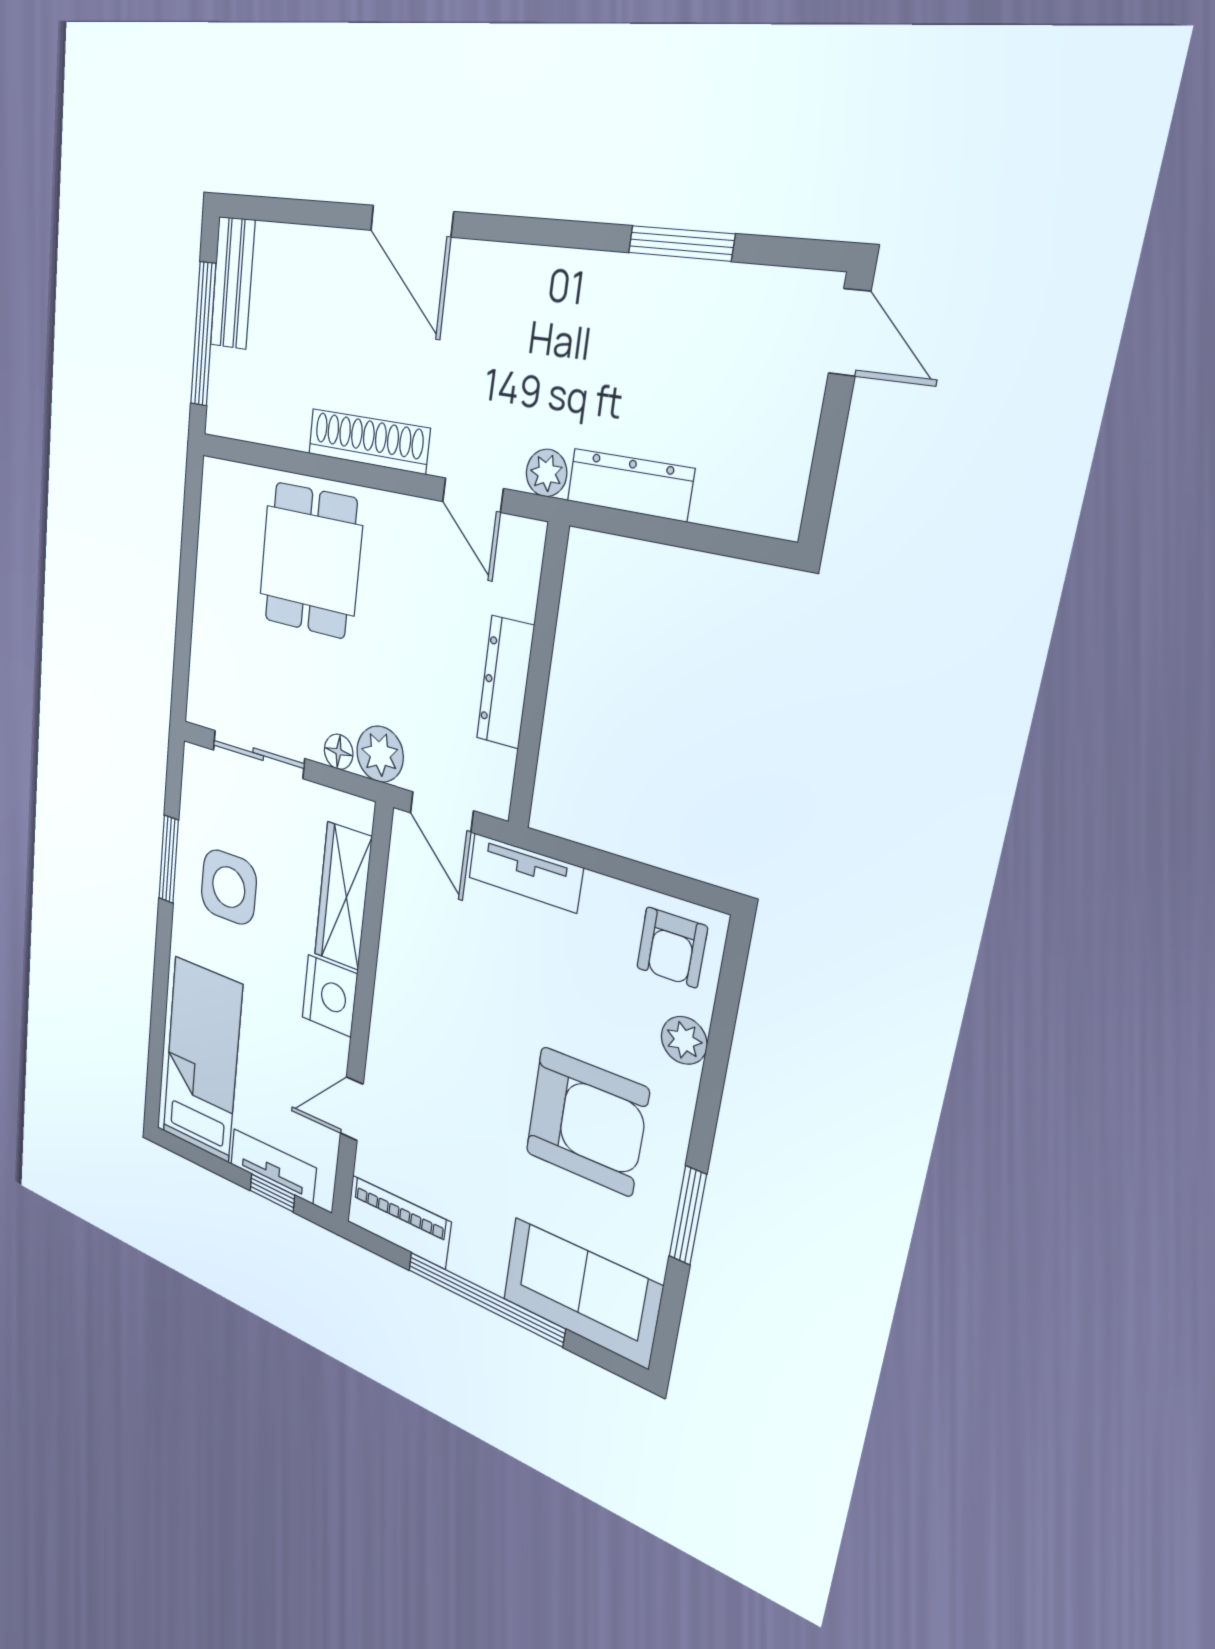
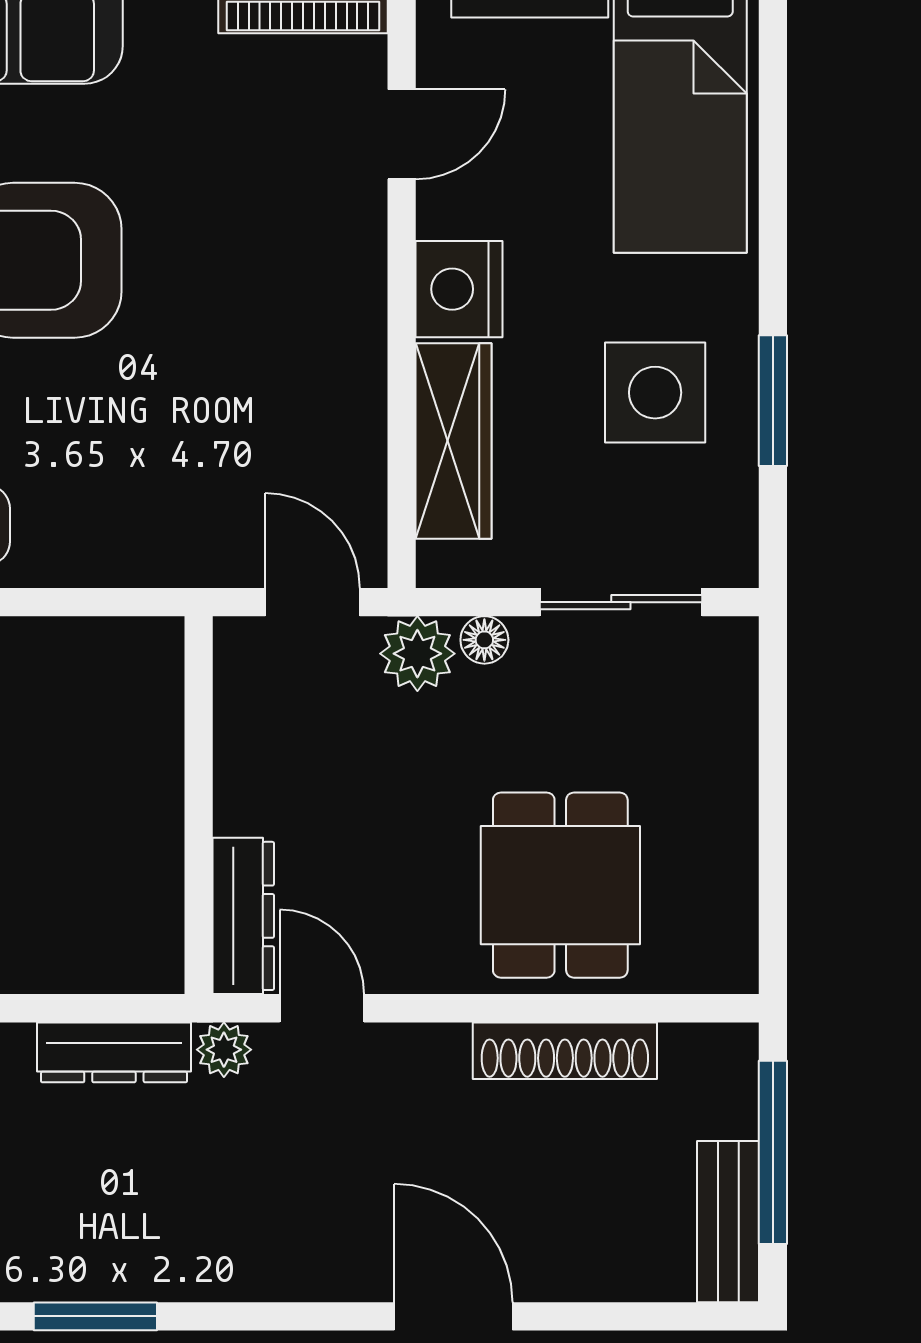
shoe rack: (368, 441) -> (565, 1051), moved
dresser: (505, 682) -> (243, 916), moved
tv unit: (525, 873) -> (180, 558), removed

